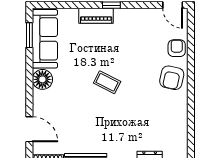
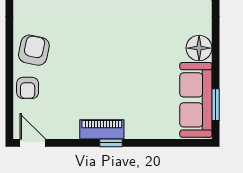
piano: (96, 16) -> (102, 129), moved
coffee table: (107, 82) -> (117, 44), removed

